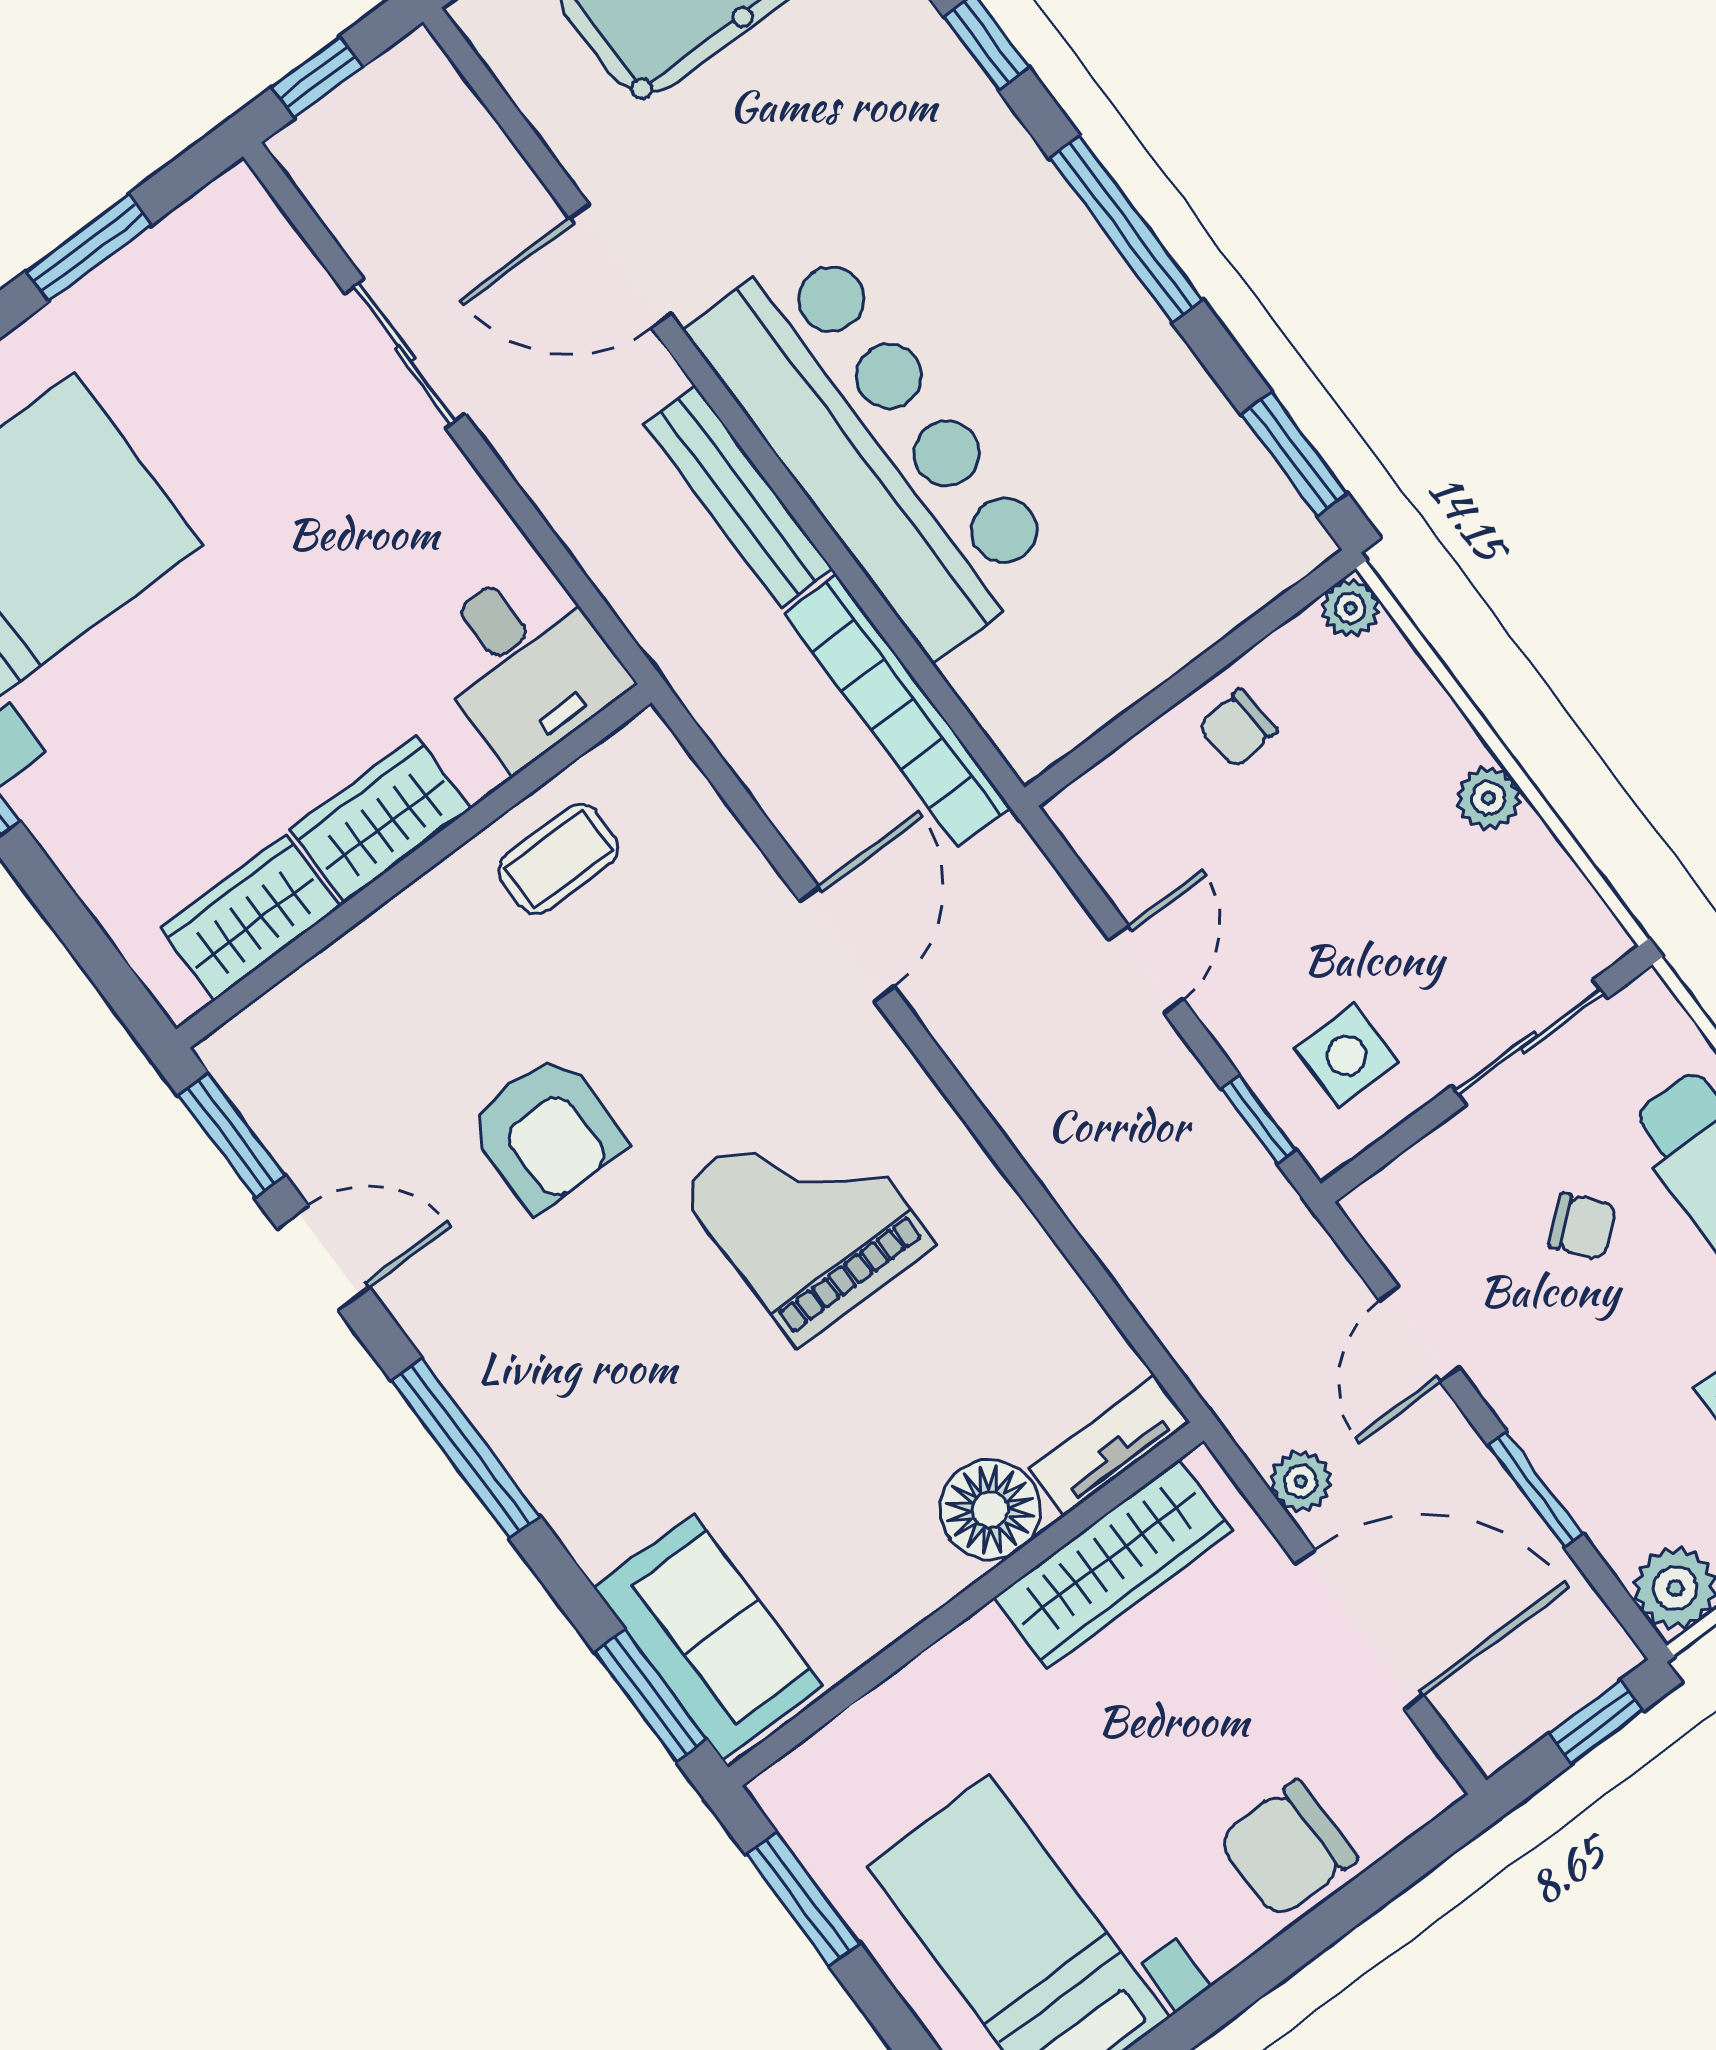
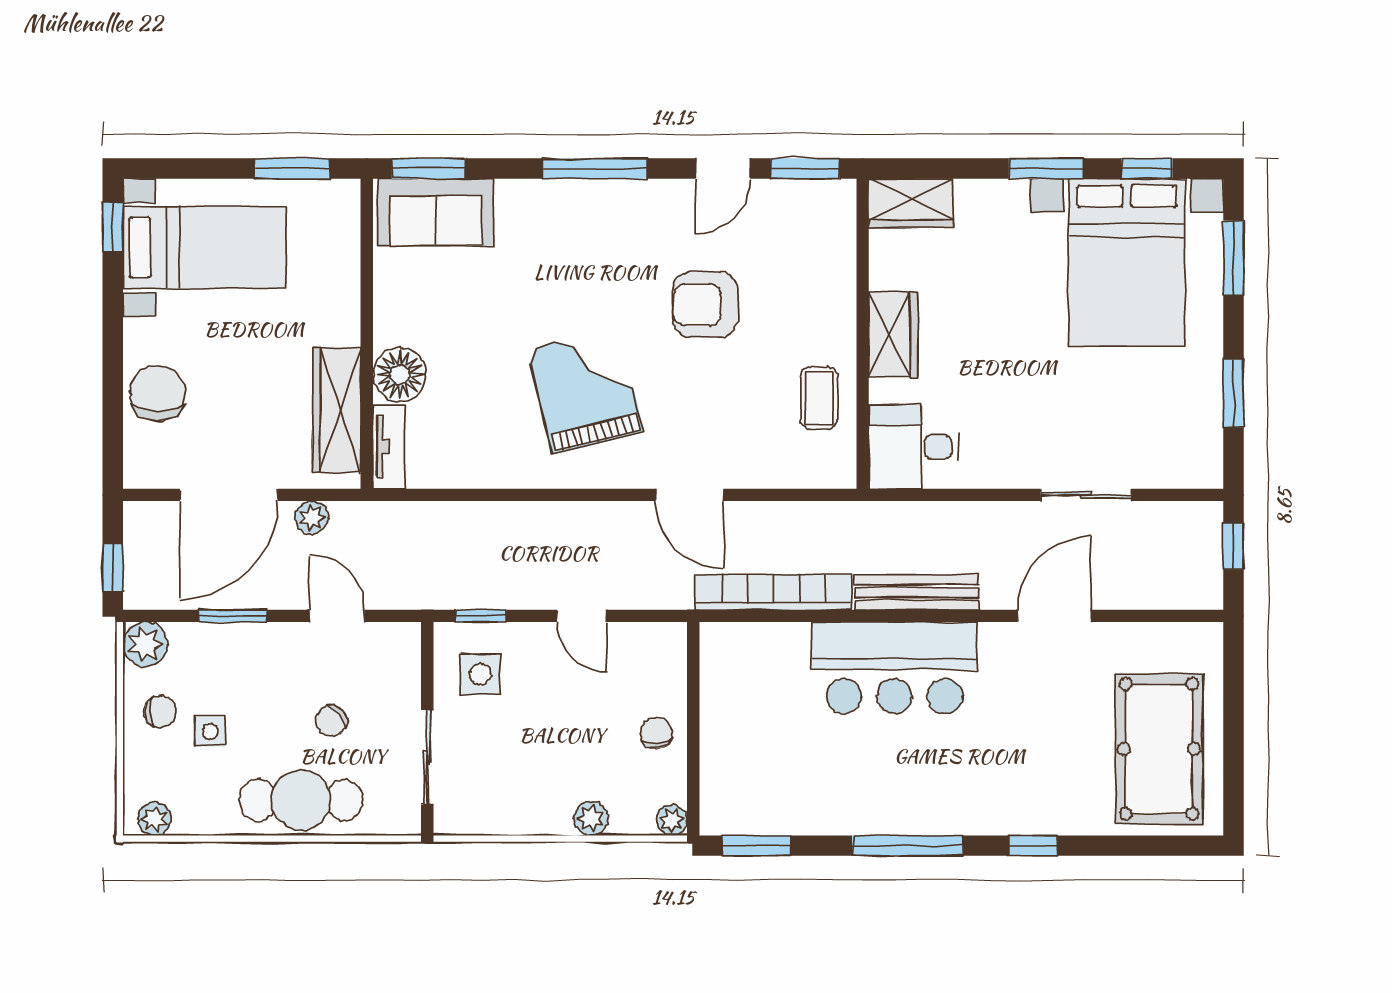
bar counter: (875, 446) -> (895, 668), width x0.73
plant: (1488, 798) -> (591, 818), moved
wardrobe: (250, 918) -> (911, 203), moved, turned 90
grand piano: (806, 1216) -> (585, 390), turned -104

